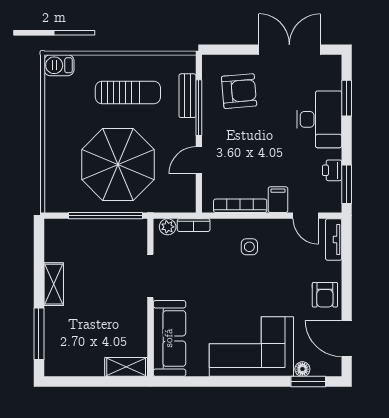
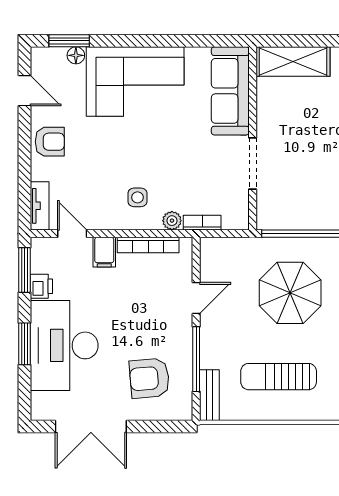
bench: (187, 96) -> (209, 395), moved
window: (347, 98) -> (24, 344), moved
desk: (319, 119) -> (64, 345), width x1.36, depth x1.30
parasol: (118, 165) -> (290, 293), width x0.73, depth x0.73
plant: (168, 227) -> (172, 221), moved
armchair: (325, 295) -> (50, 142), turned 90
door: (347, 339) -> (24, 91), width x0.73
shelving: (126, 367) -> (293, 61), width x1.50, depth x1.33

